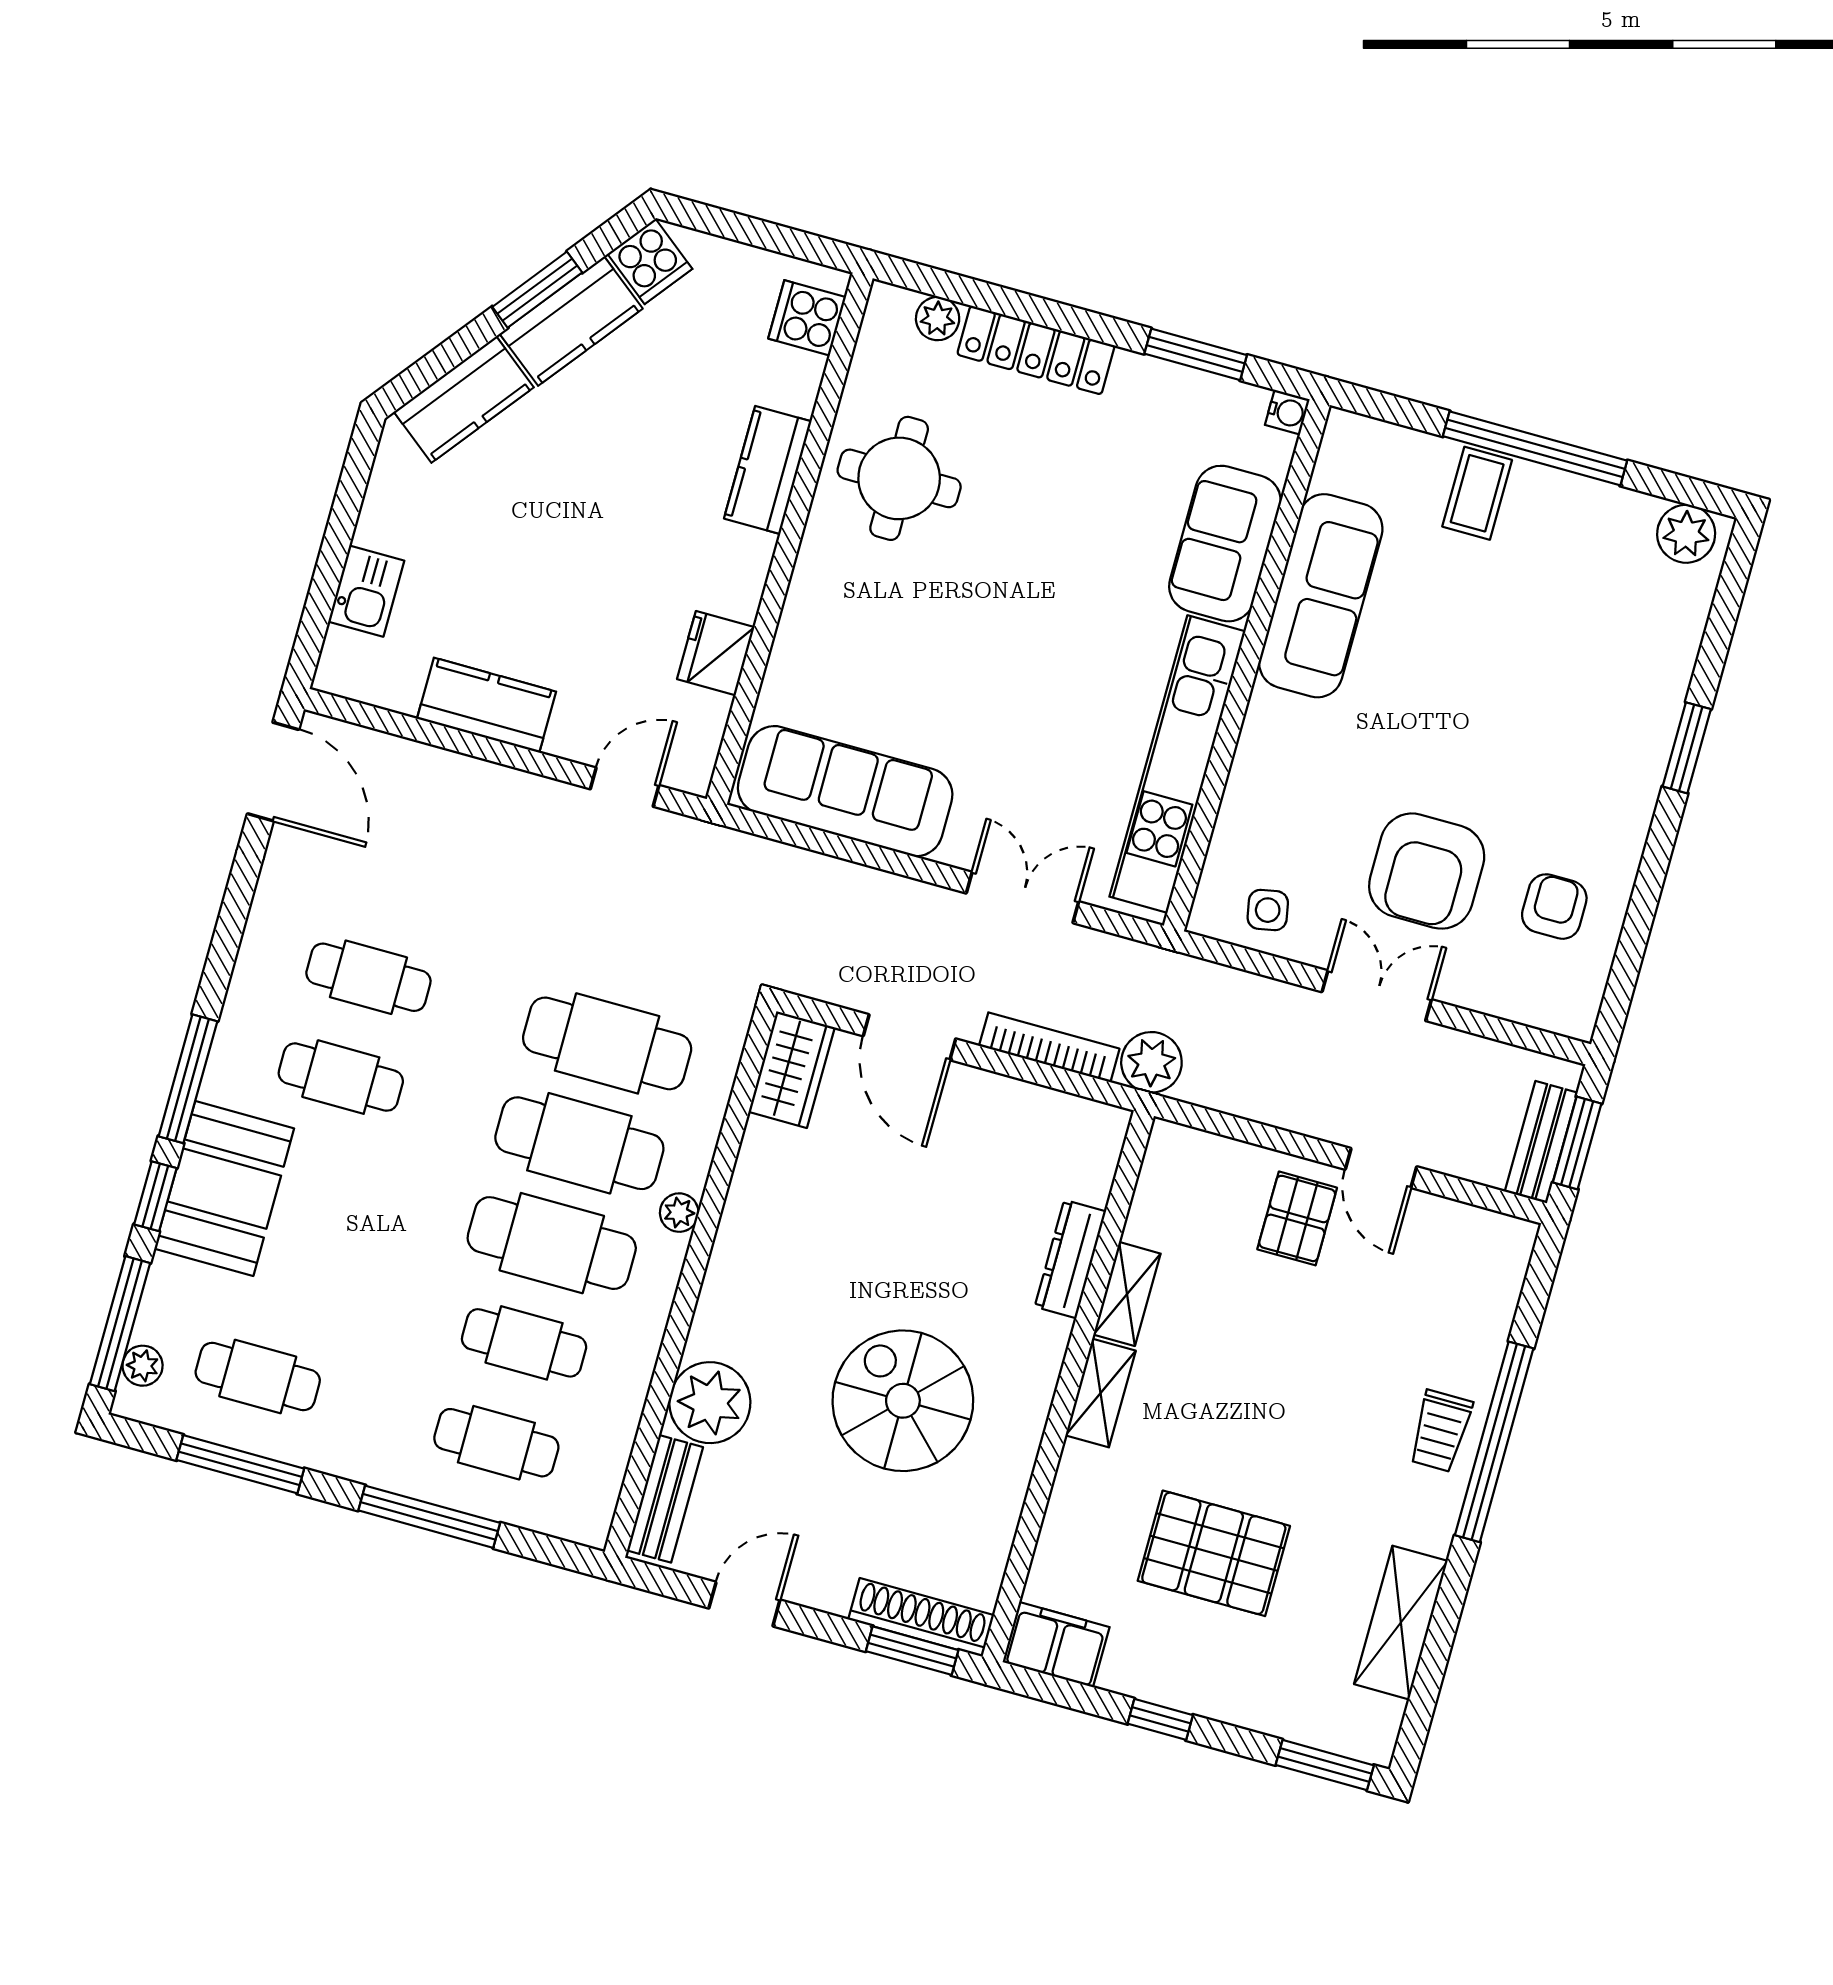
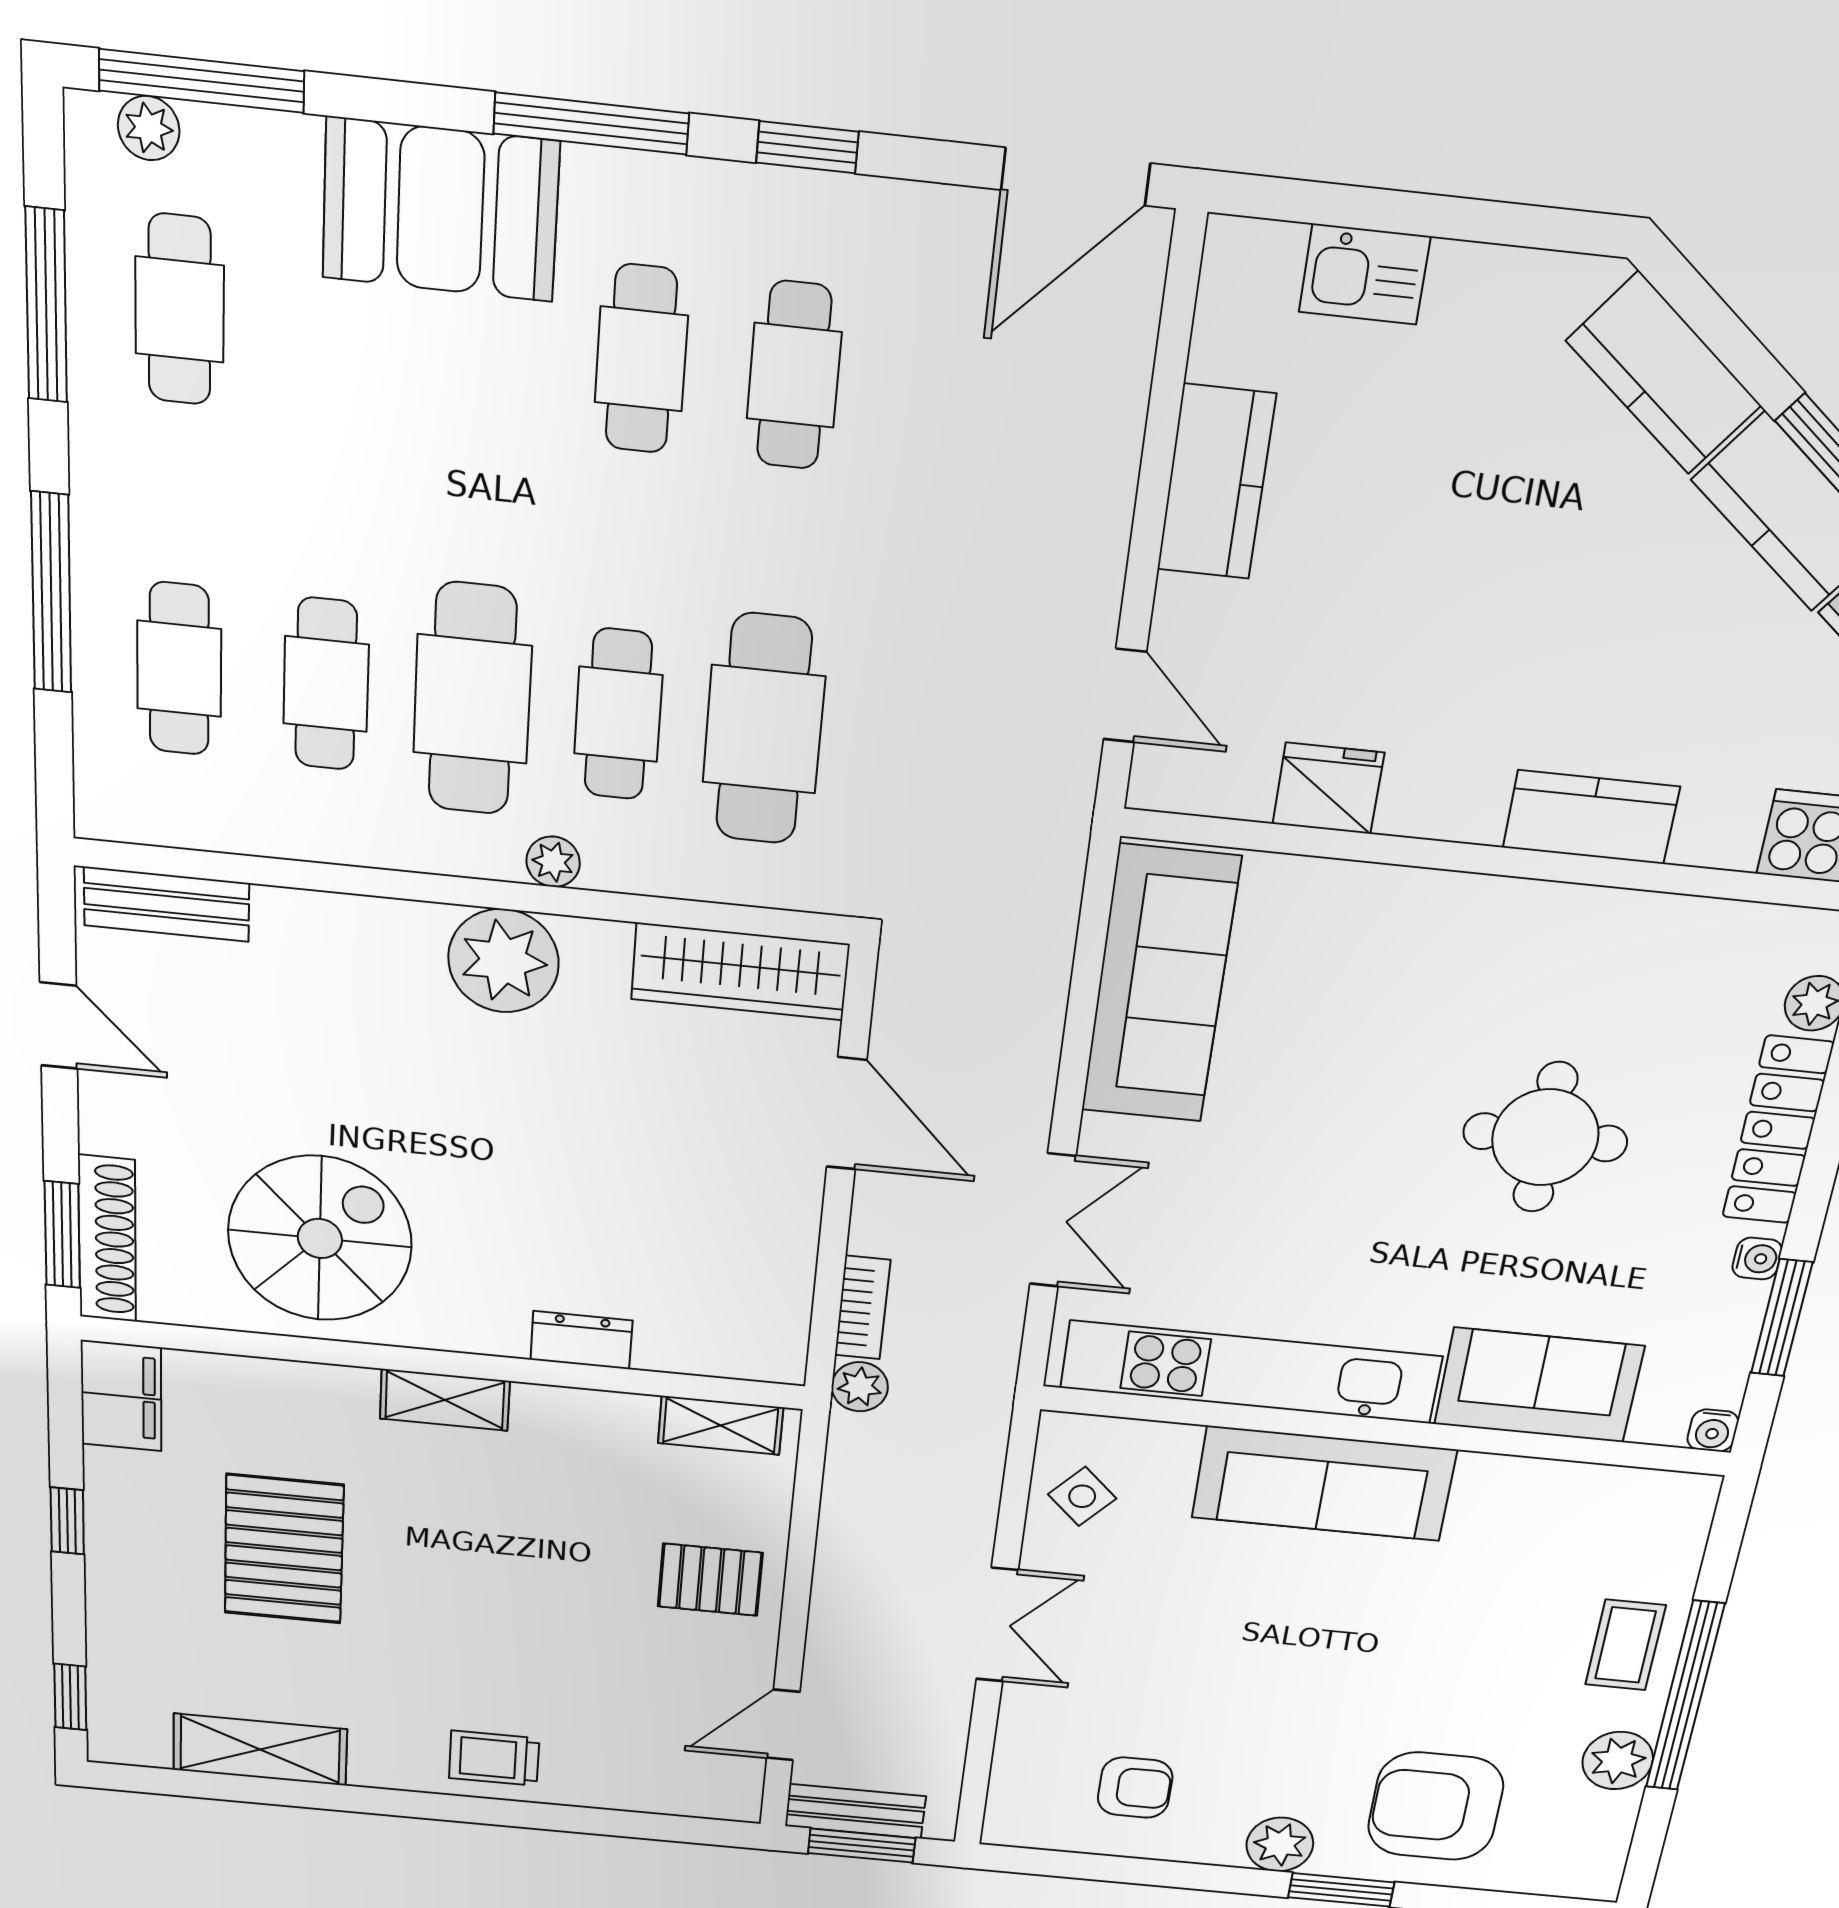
water cooler: (1141, 370) -> (1757, 1258), added
round table: (899, 478) -> (1545, 1137), moved
coffee table: (1477, 493) -> (1625, 1645), turned 90
plant: (1686, 534) -> (1618, 1761), moved
sofa: (1321, 596) -> (1324, 1484), moved
plant: (1631, 794) -> (1280, 1845), added
armchair: (1427, 871) -> (1436, 1806), moved
side table: (1268, 910) -> (1082, 1496), turned -36
door: (909, 1037) -> (847, 1113), swing flipped
bookcase: (1049, 1047) -> (862, 1308), width x0.64
plant: (1151, 1062) -> (860, 1387), width x0.73, depth x0.73
wardrobe: (792, 1070) -> (740, 972), width x1.50
cafe table: (579, 1143) -> (618, 714), width x0.73, depth x0.74
door: (1381, 1168) -> (783, 1725), moved
window: (155, 1196) -> (807, 147), moved
dresser: (1070, 1259) -> (581, 1340), width x0.70
shelving: (1127, 1294) -> (721, 1425), moved
spiral stairs: (903, 1401) -> (320, 1238), moved
plant: (710, 1403) -> (503, 961), moved
window: (1494, 1442) -> (496, 1812), removed
window: (1325, 1765) -> (70, 1697), width x0.67

